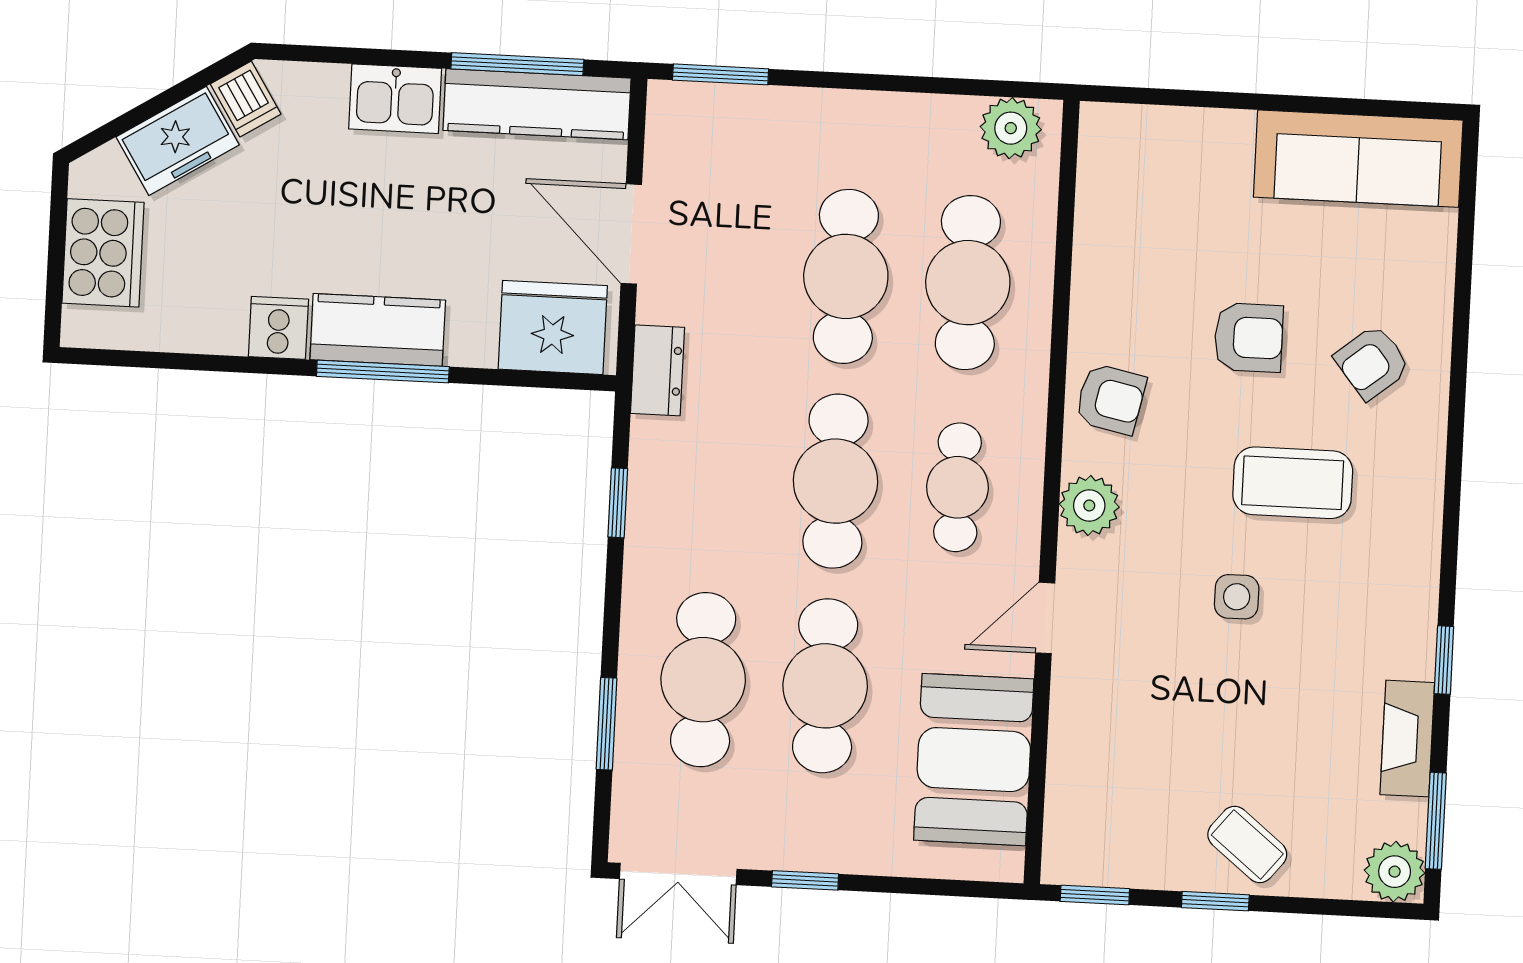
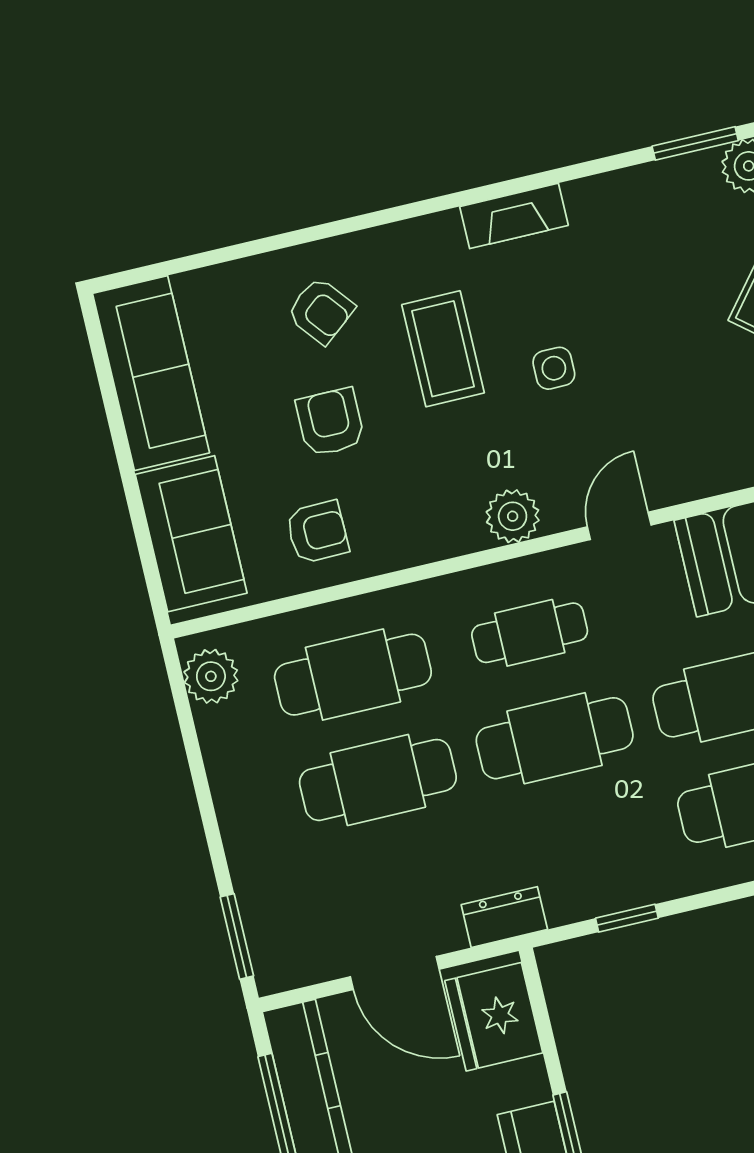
sofa: (1171, 152) -> (191, 534), added
door: (631, 234) -> (395, 973), hinge flipped
armchair: (1111, 399) -> (317, 532), moved, turned 77
door: (1045, 618) -> (619, 526), swing flipped
window: (1444, 660) -> (556, 176), removed
fireplace: (1407, 739) -> (514, 216), moved

